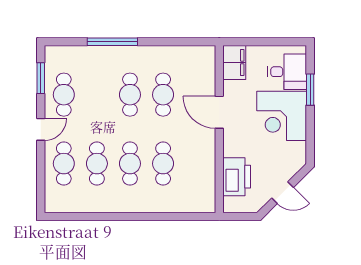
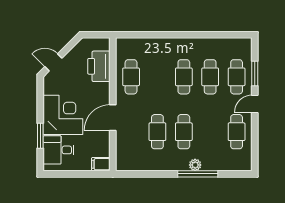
plant: (116, 53) -> (195, 165), added
filing cabinet: (234, 62) -> (101, 164), width x0.50
window: (41, 78) -> (255, 73), moved
door: (219, 112) -> (113, 118), swing flipped
cafe table: (163, 164) -> (131, 77), moved
door: (283, 193) -> (53, 62), moved

